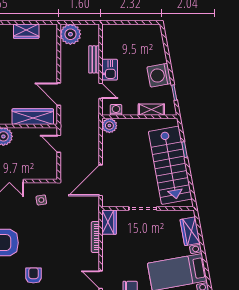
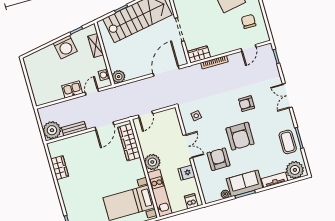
bench: (94, 59) -> (74, 129), moved
door: (101, 180) -> (166, 71), swing flipped
armchair: (33, 275) -> (246, 104), moved

